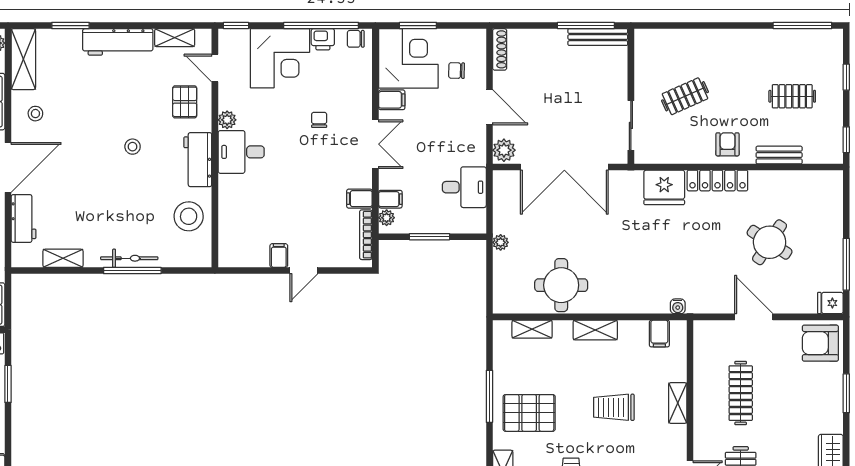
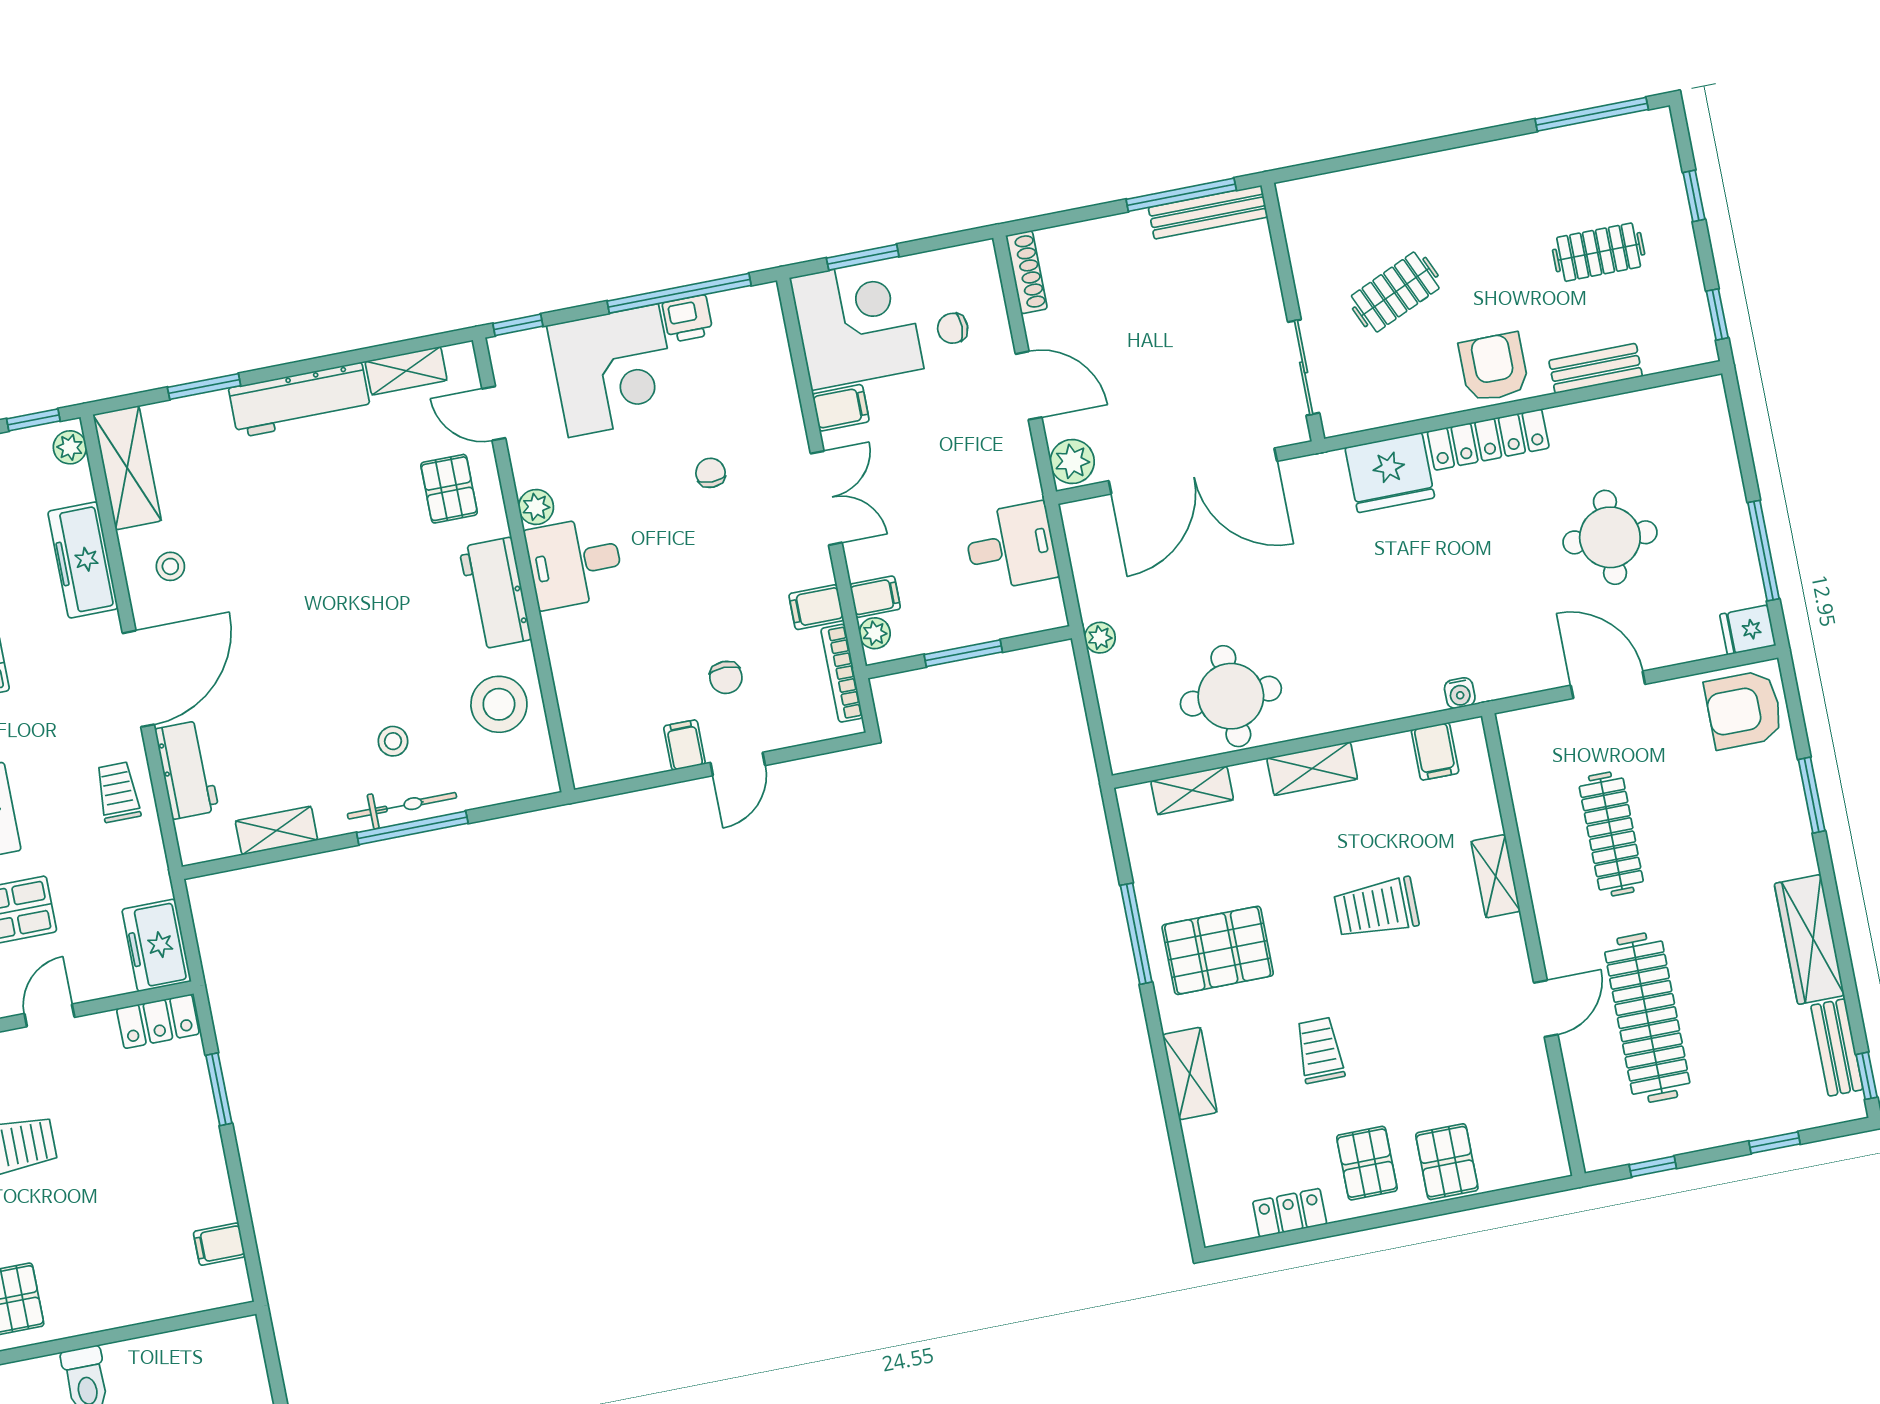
chair: (356, 39) -> (726, 677), moved, turned -90
armchair: (728, 144) -> (1494, 367), width x1.38, depth x1.38
stool: (133, 147) -> (393, 741), moved
round table: (770, 242) -> (1610, 537), turned -30

